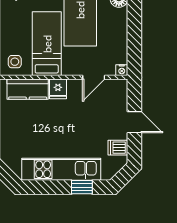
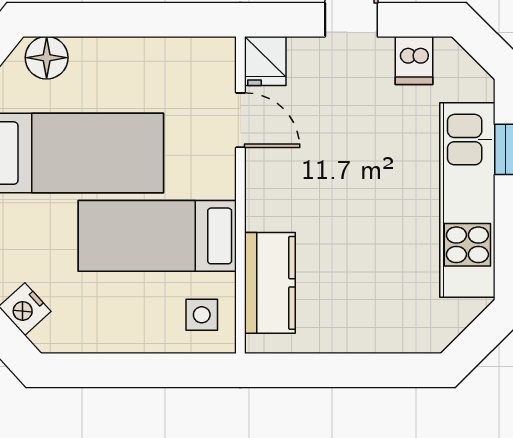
nightstand: (122, 70) -> (223, 51), removed
fridge: (58, 89) -> (265, 61), moved, turned 90

